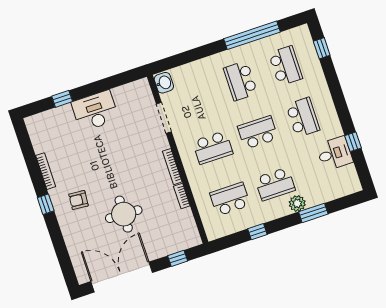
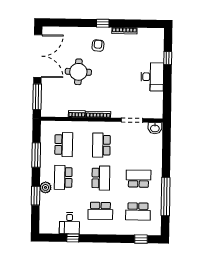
window: (257, 232) -> (36, 155), width x2.17
window: (178, 258) -> (37, 97), width x2.17

